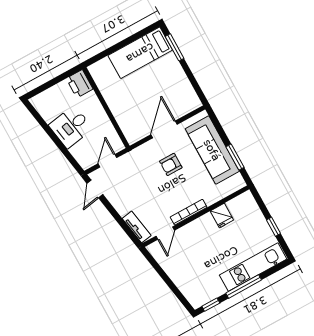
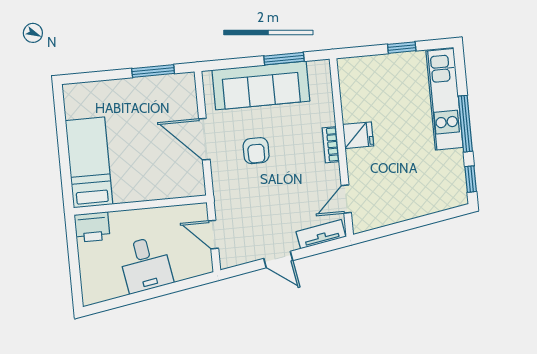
window: (175, 47) -> (153, 71), moved
bed: (140, 53) -> (89, 162), moved, turned 180
door: (95, 189) -> (278, 260), moved
bookcase: (189, 212) -> (331, 145), width x0.64
fridge: (222, 216) -> (358, 135), moved
door: (165, 233) -> (346, 199), swing flipped

